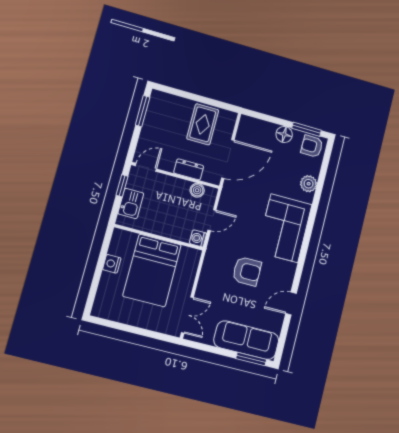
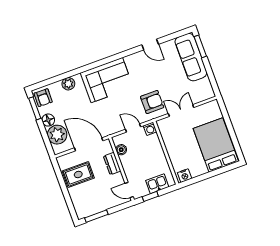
plant: (262, 133) -> (57, 135), added
nightstand: (112, 264) -> (185, 176), moved
bed: (152, 270) -> (216, 145), moved, turned -90
armchair: (247, 271) -> (152, 102), moved, turned 90
double door: (187, 315) -> (181, 110), moved

